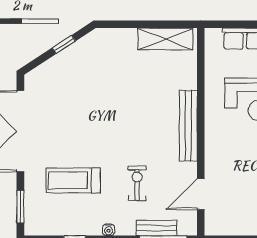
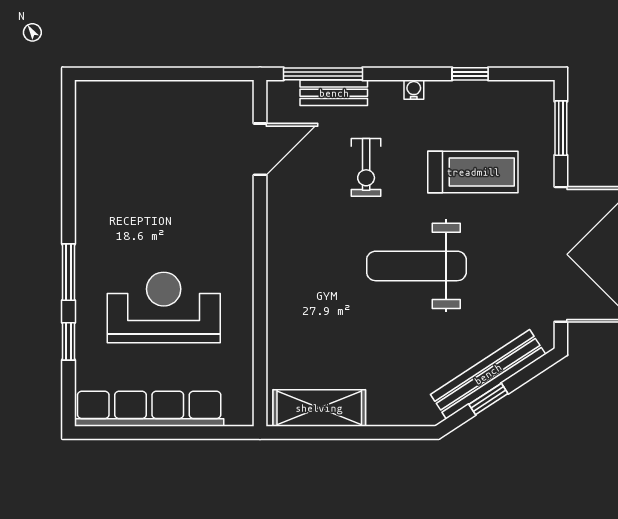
weight bench: (107, 124) -> (416, 266), added
bench: (188, 126) -> (488, 374), moved, turned 57

